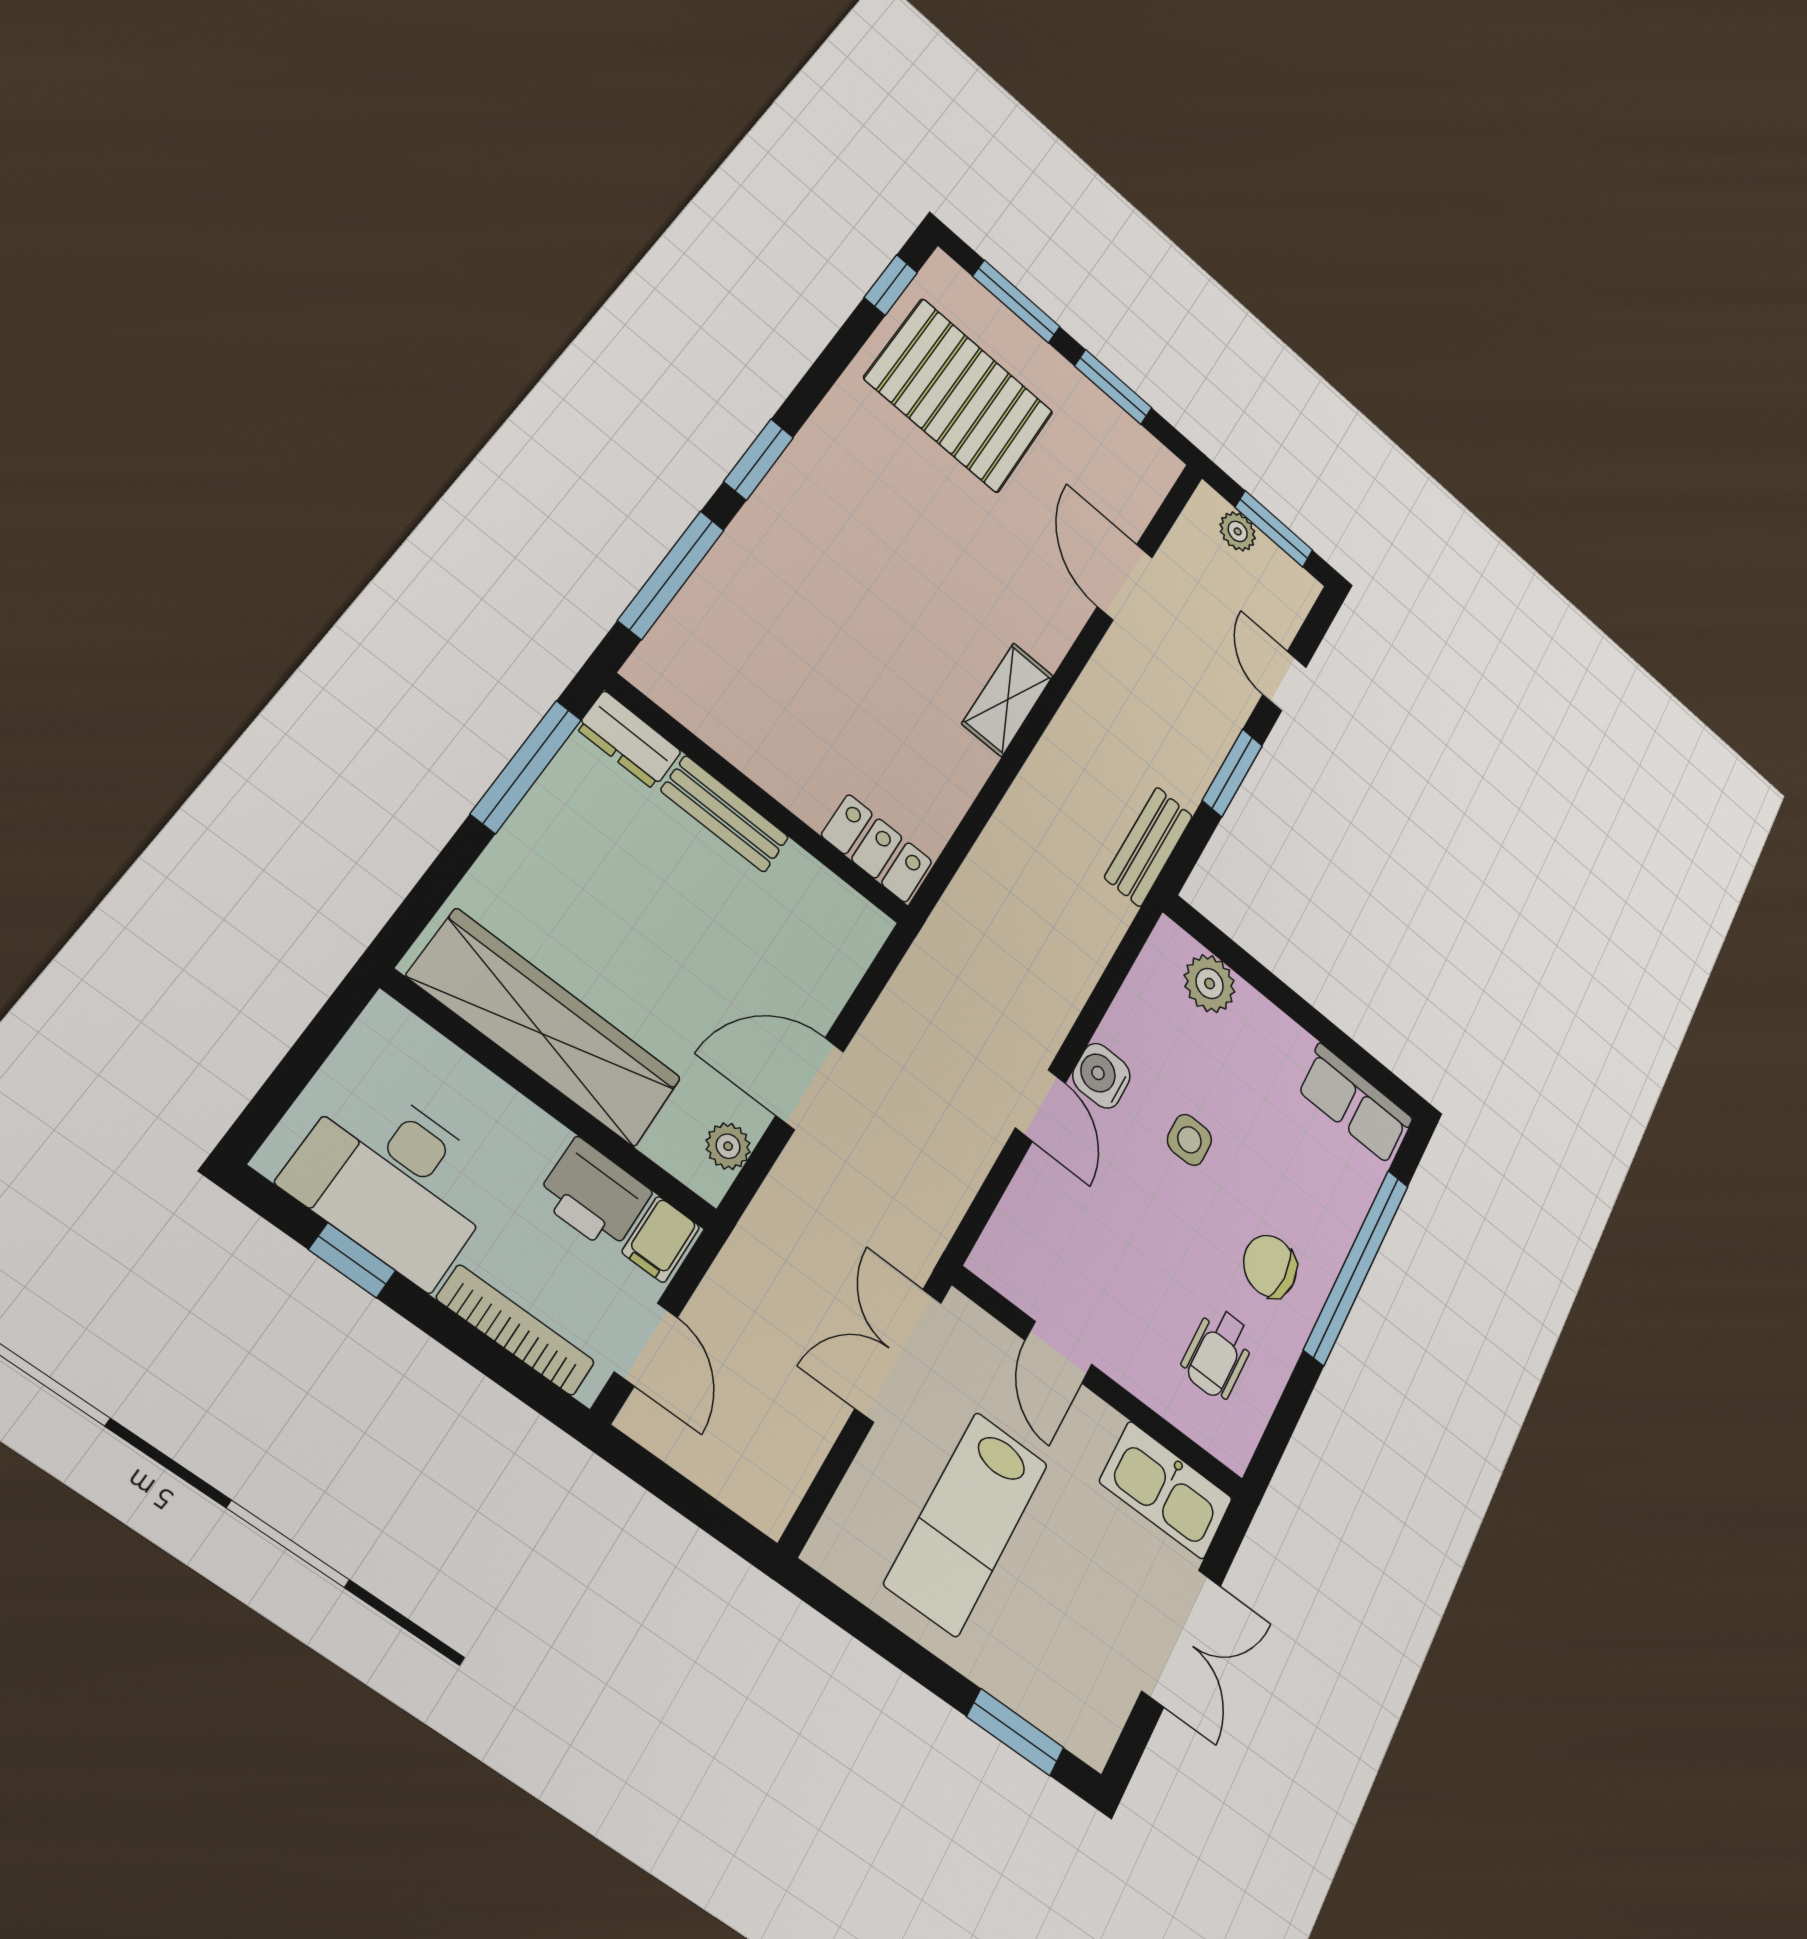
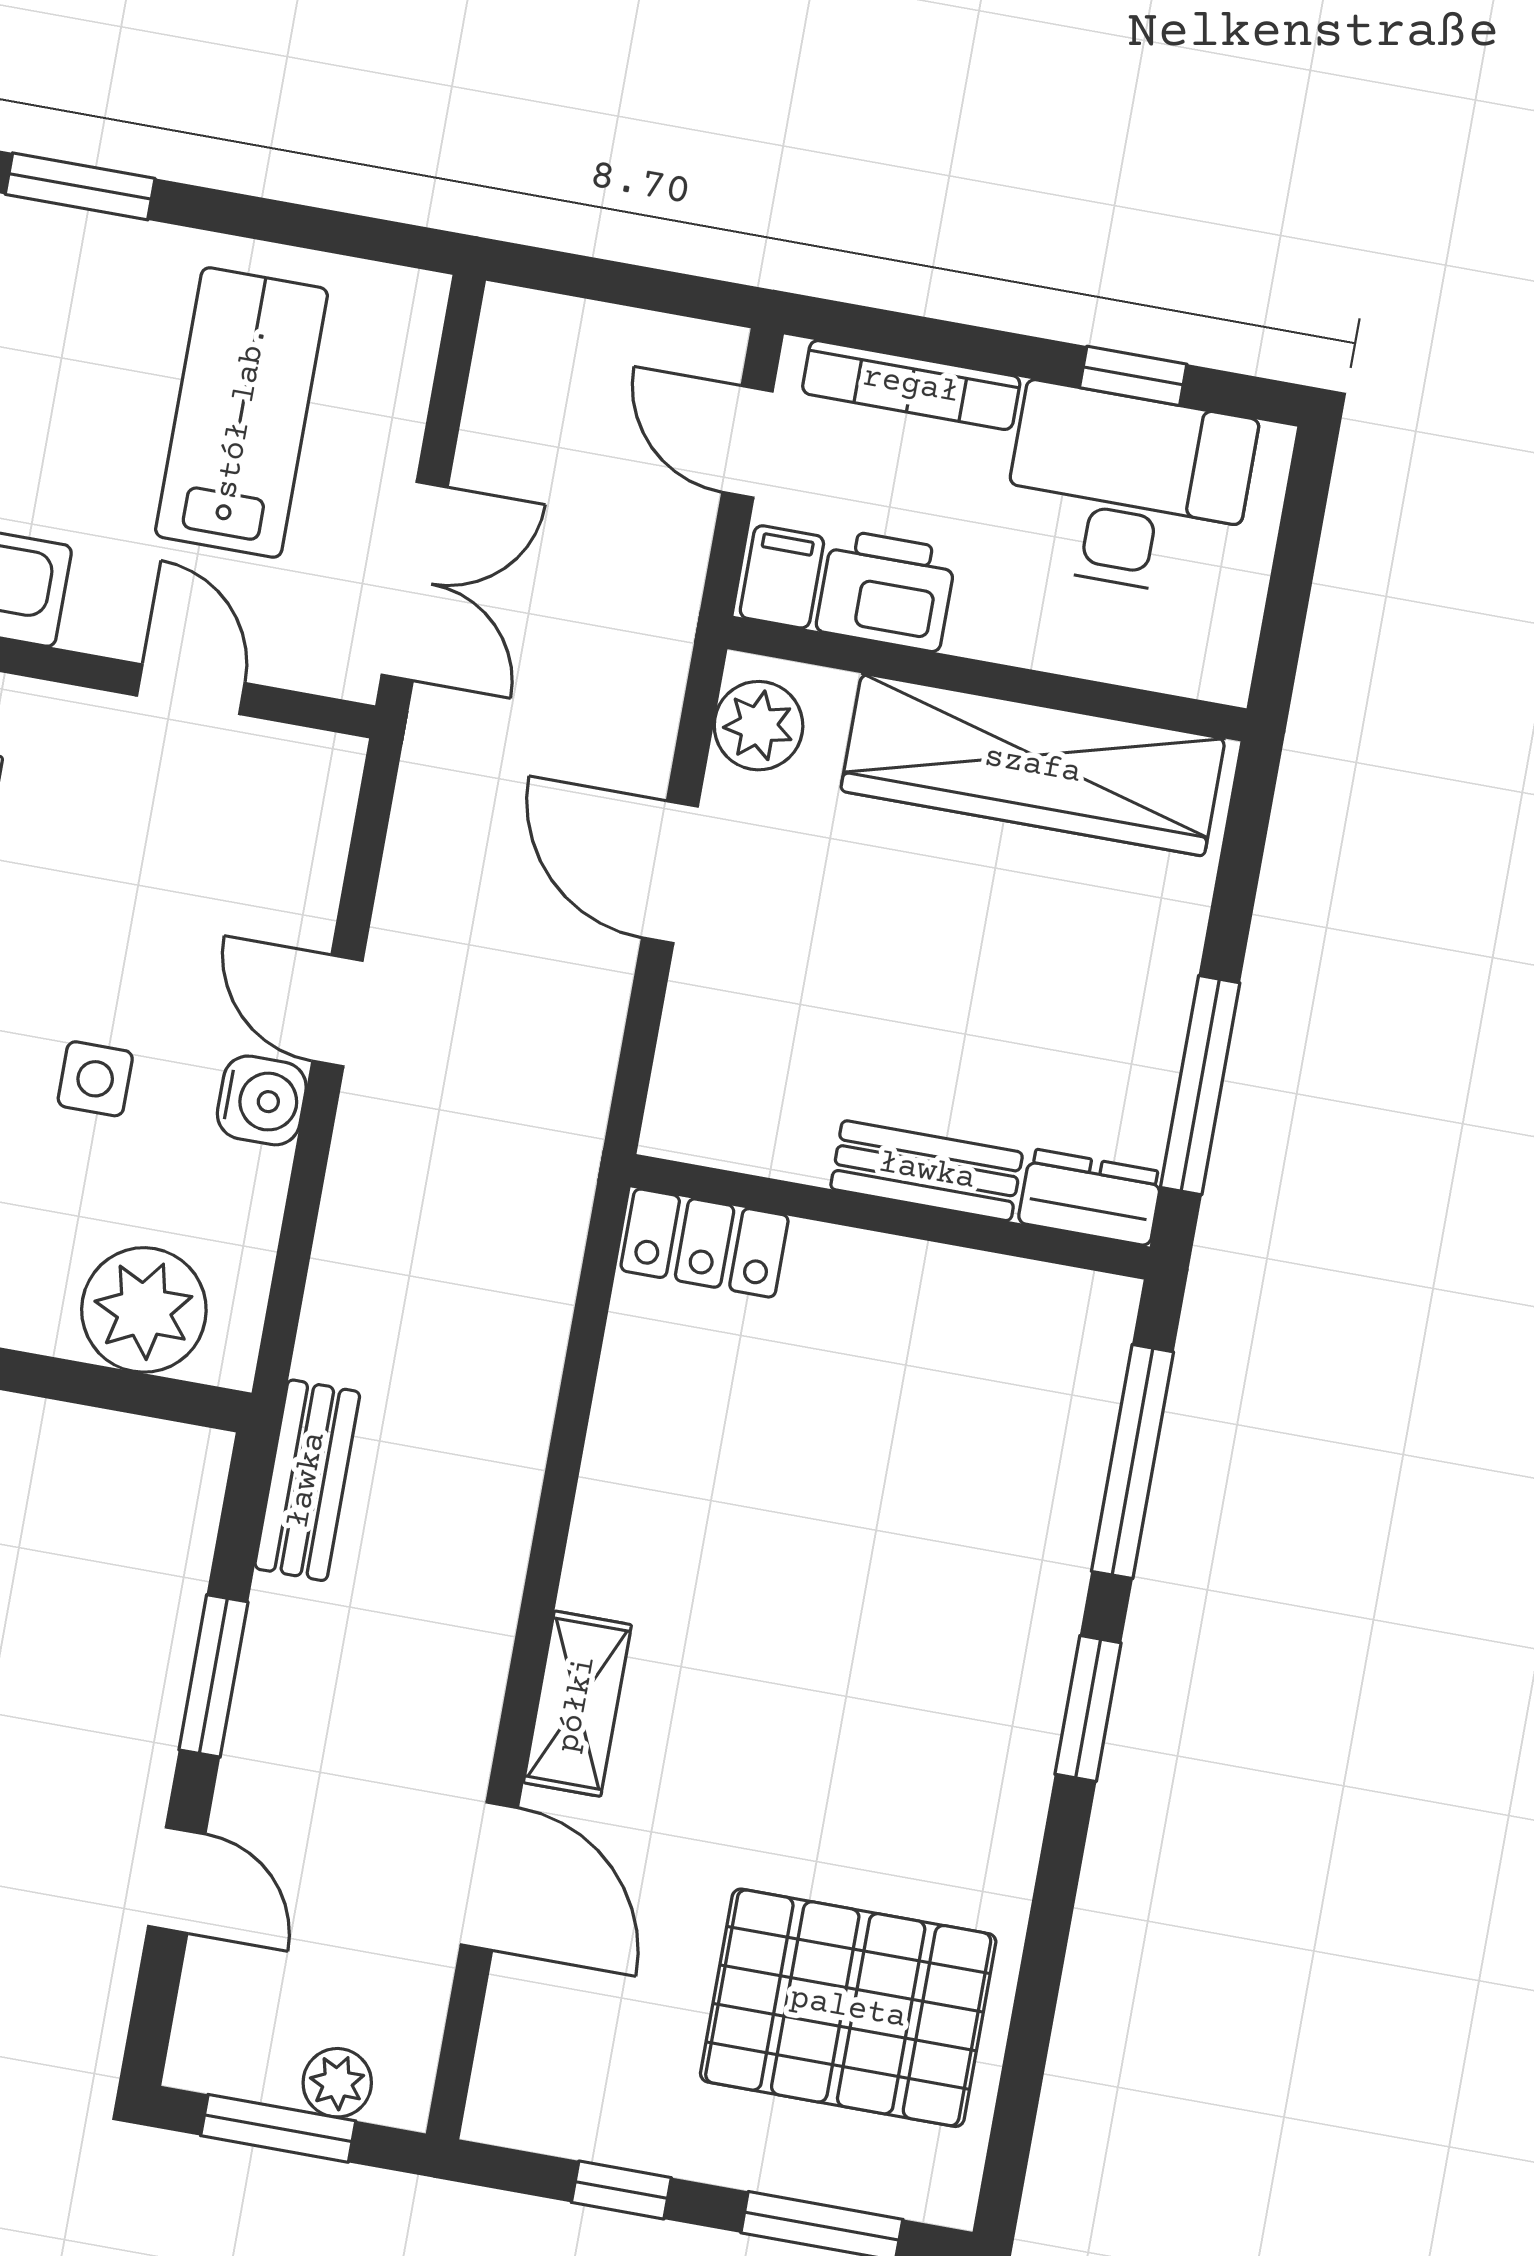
window: (891, 285) -> (1015, 2115), removed
window: (1113, 387) -> (621, 2190), width x0.67
shelving: (1008, 700) -> (577, 1704), moved
plant: (1210, 984) -> (144, 1310), width x1.36, depth x1.36
door: (810, 1083) -> (670, 872), swing flipped
plant: (728, 1146) -> (759, 726), width x1.38, depth x1.38

